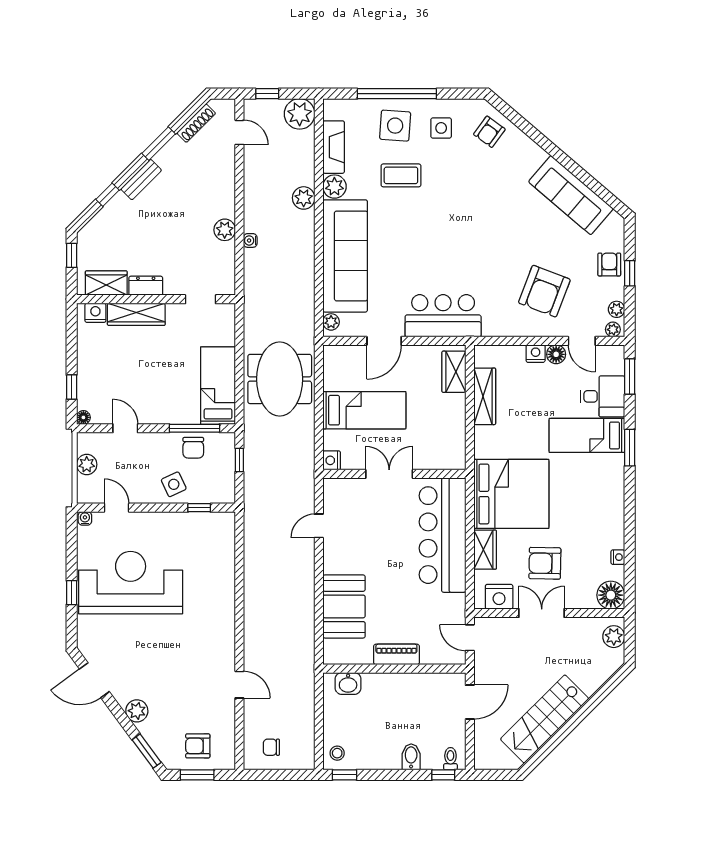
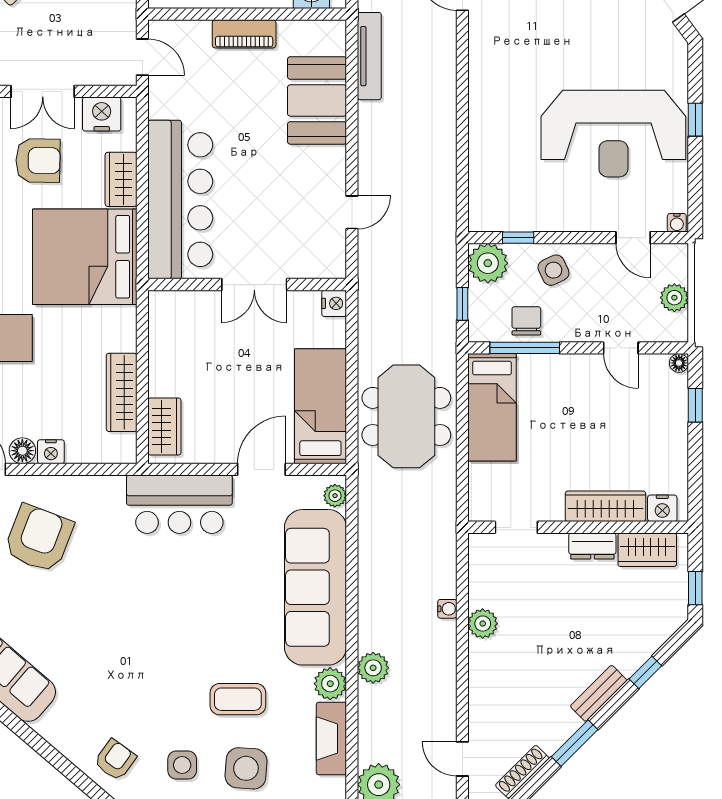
bed: (364, 410) -> (320, 406), moved, turned 90
plant: (221, 489) -> (488, 263), added
tv unit: (306, 638) -> (369, 56), added

